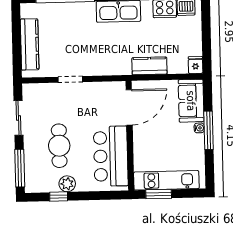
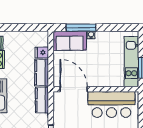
fridge: (196, 65) -> (42, 53), moved
kitchen counter: (114, 67) -> (42, 100), added
window: (209, 130) -> (81, 28), moved

